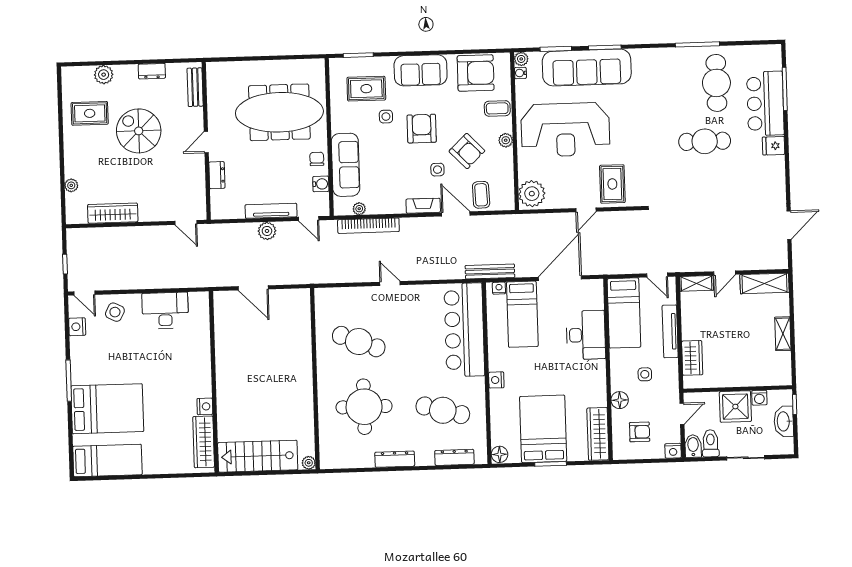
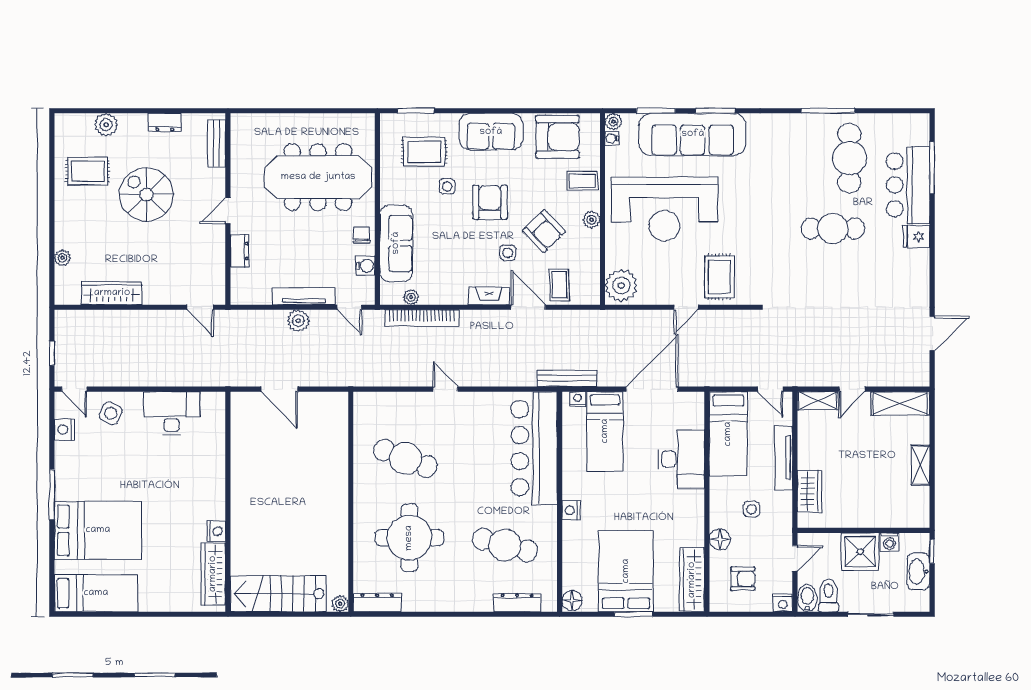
dresser: (395, 459) -> (377, 603), moved

